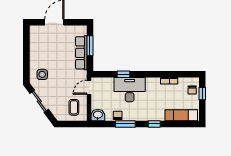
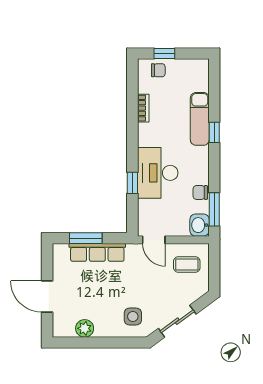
plant: (35, 45) -> (85, 328), added
exam couch: (181, 115) -> (200, 119), moved
window: (125, 124) -> (214, 209), moved

